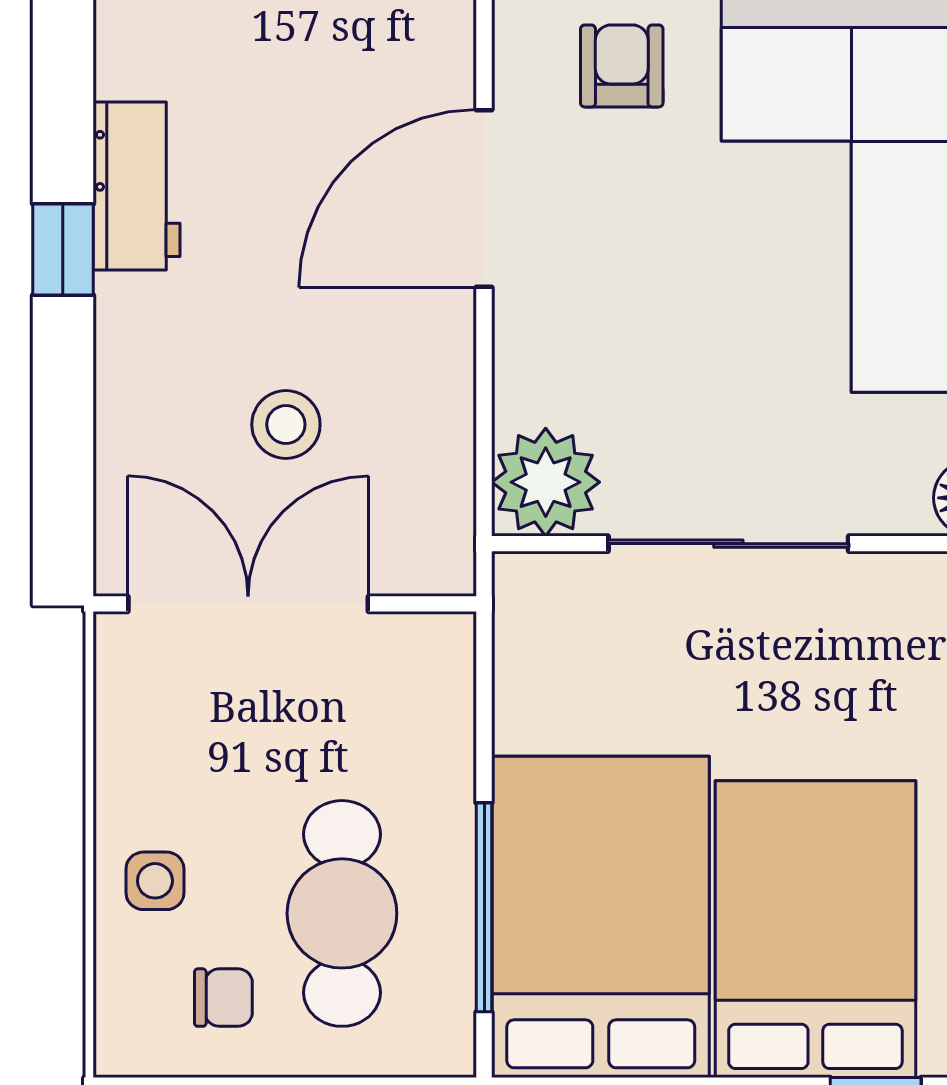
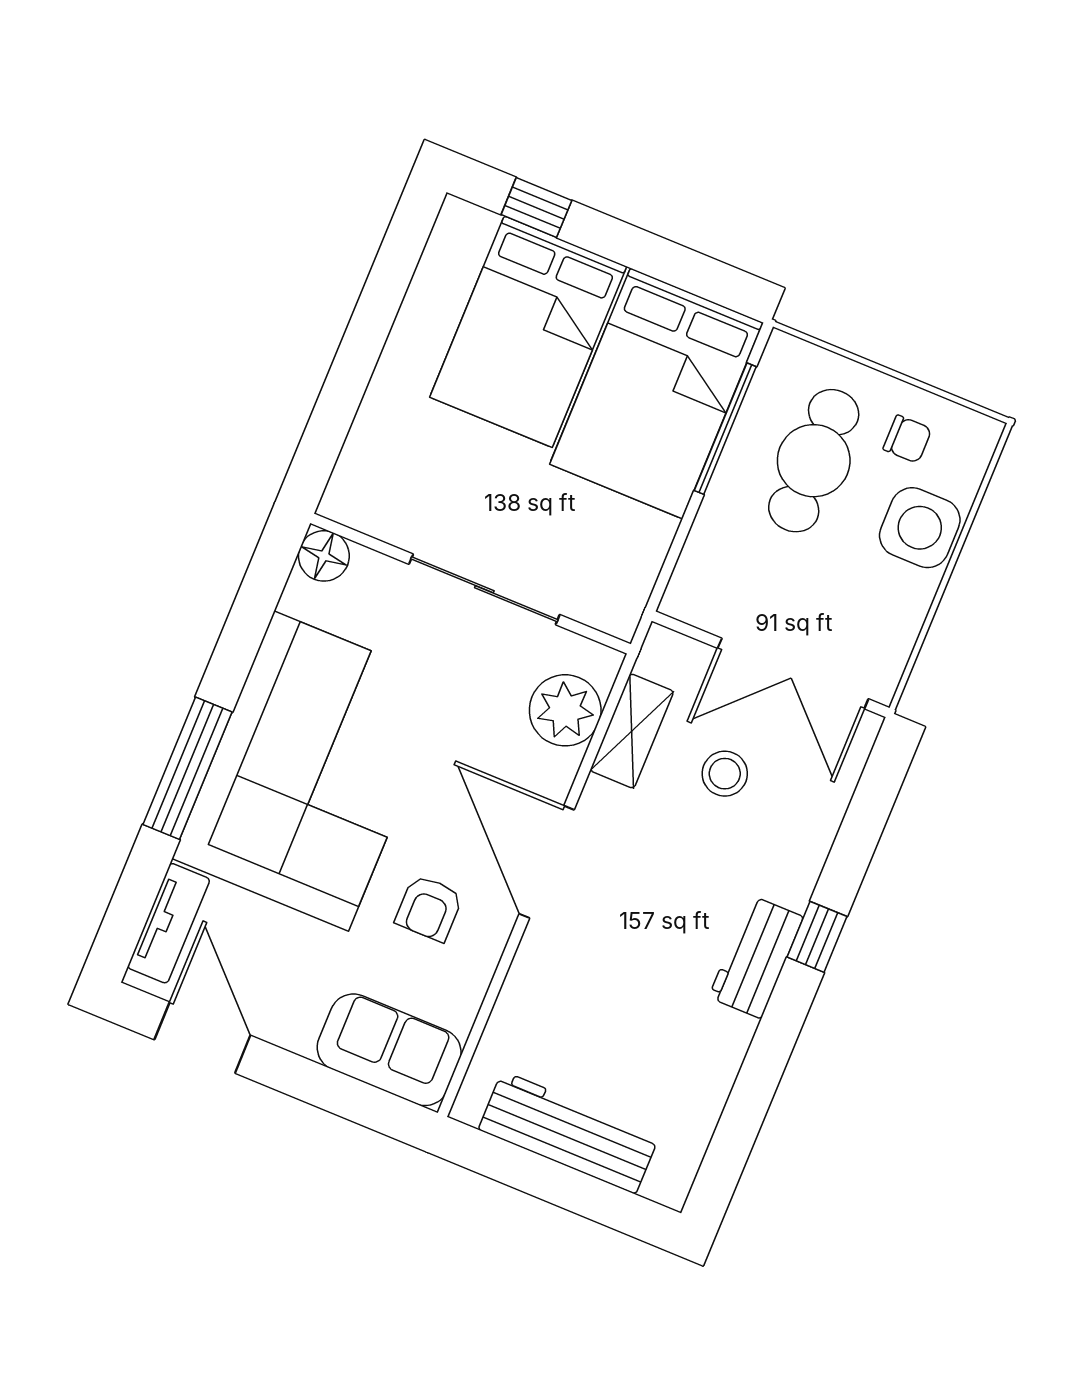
door: (484, 198) -> (547, 862), swing flipped
shelving: (440, 431) -> (632, 731), added
plant: (546, 482) -> (565, 710), moved
side table: (155, 881) -> (920, 528), width x1.87, depth x1.87
chair: (223, 998) -> (907, 439), turned 180

